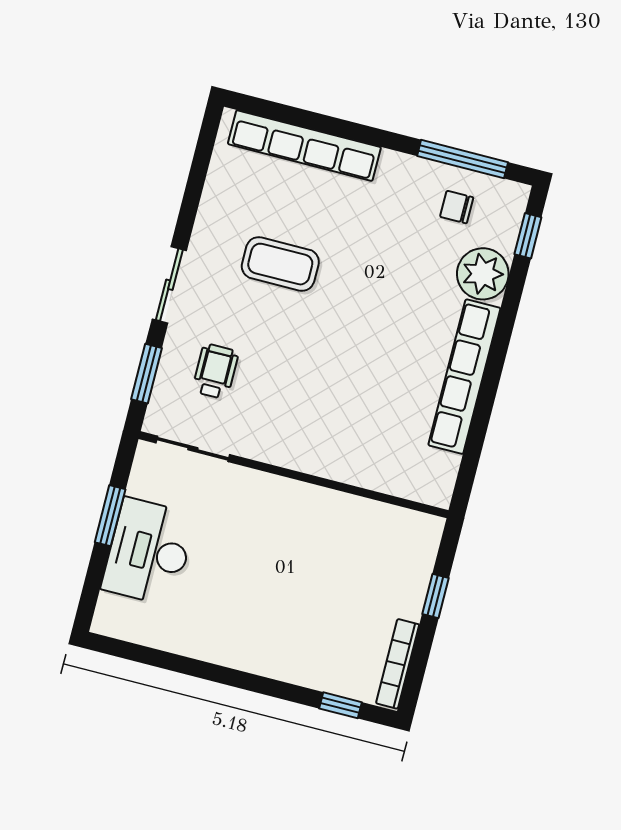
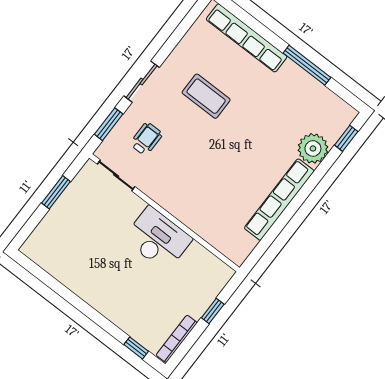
window: (463, 159) -> (307, 65), moved
chair: (457, 207) -> (314, 106), removed
desk: (149, 552) -> (158, 239), moved, turned 90

